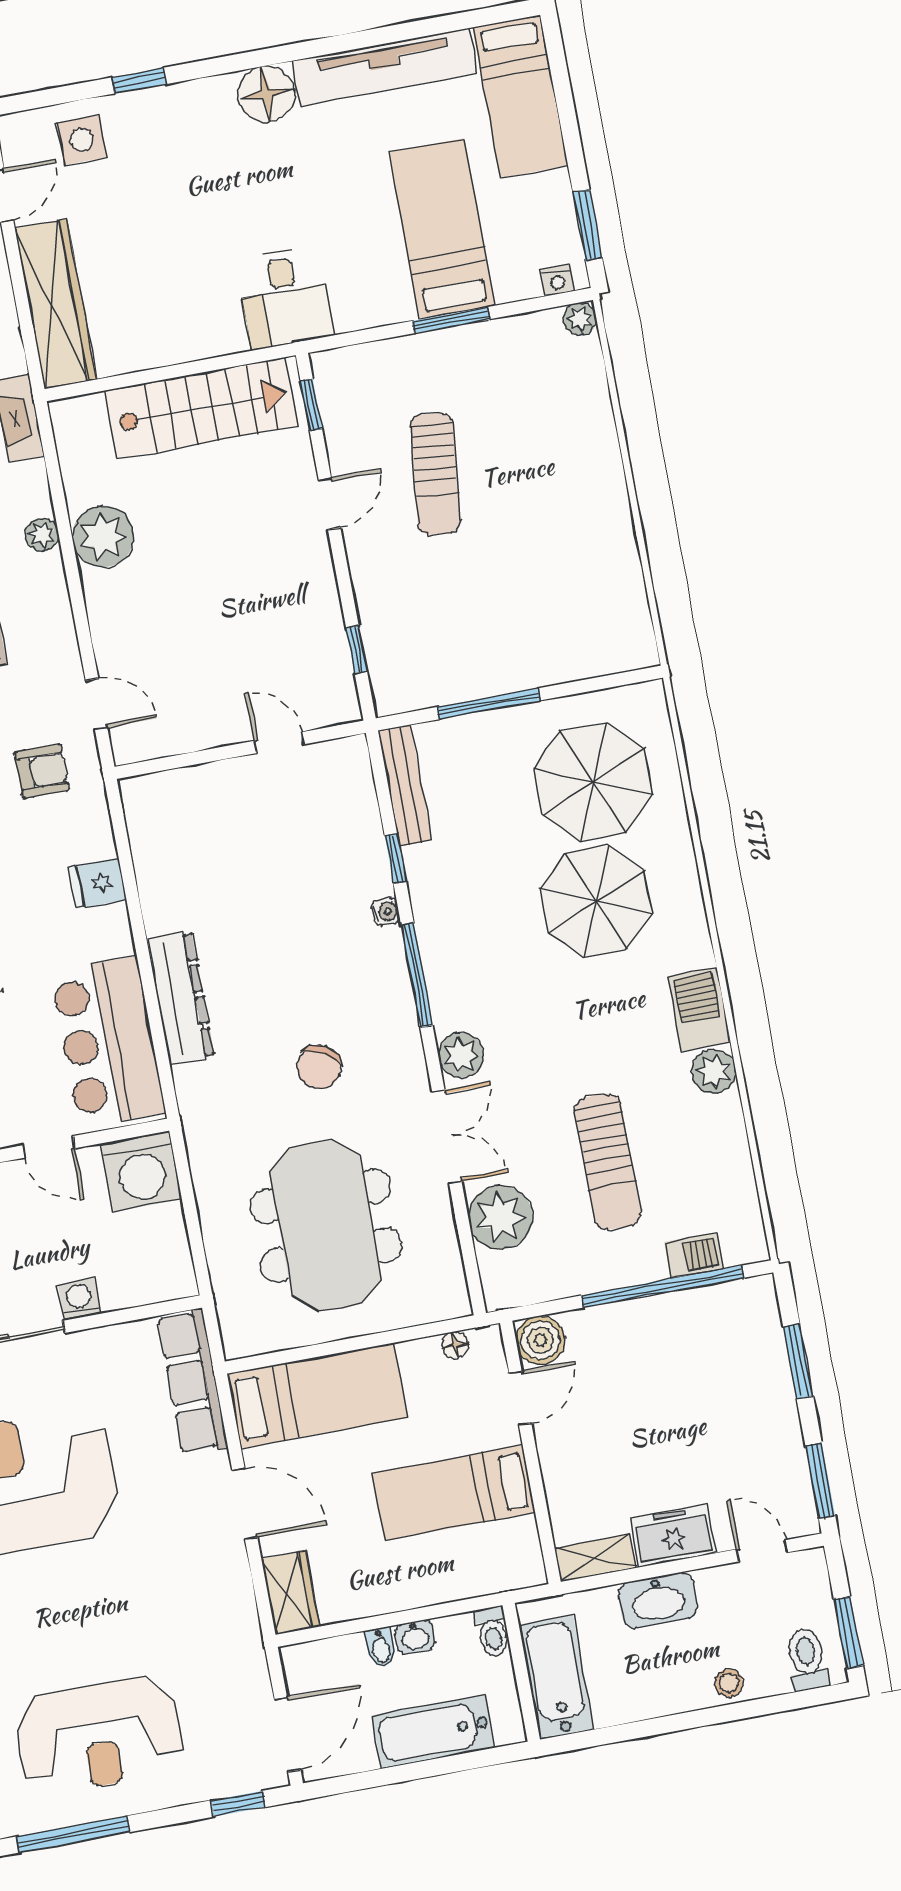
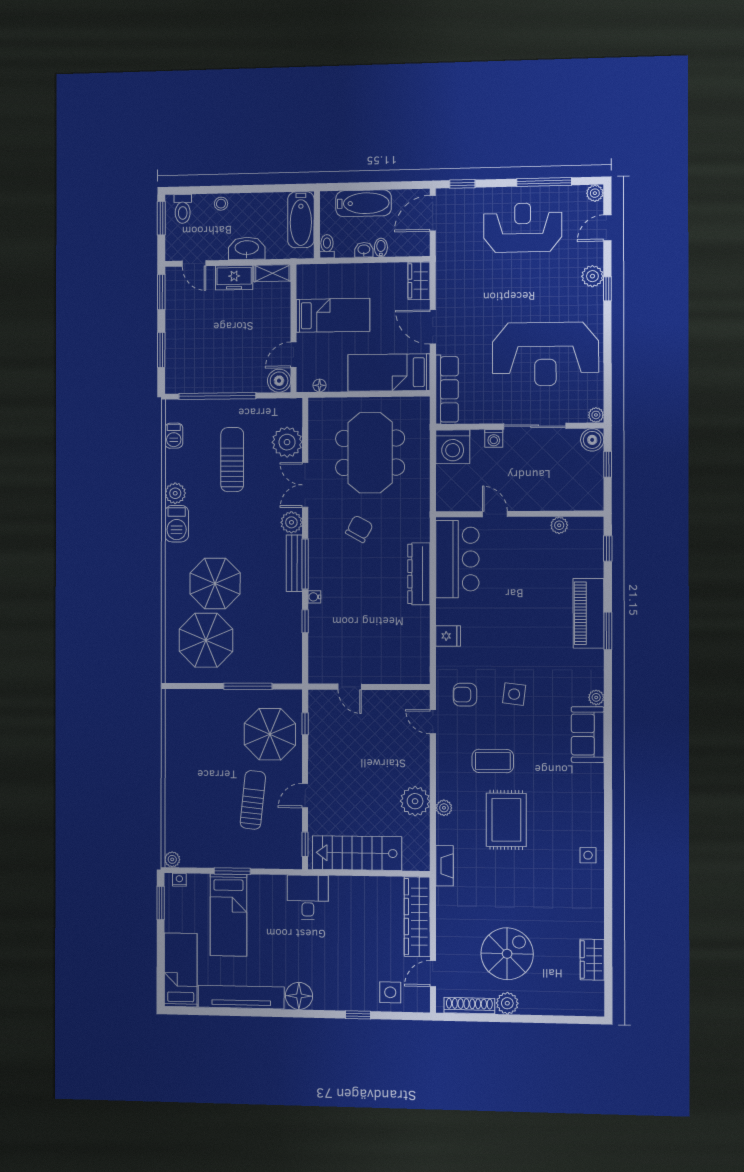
parasol: (425, 615) -> (270, 734), added
bench: (405, 786) -> (294, 563), moved
washing machine: (142, 1171) -> (453, 447), moved, turned 180
barbecue: (693, 1256) -> (174, 436), moved, turned -90

